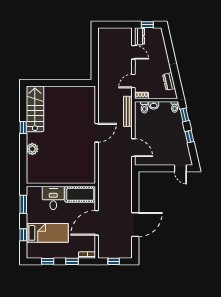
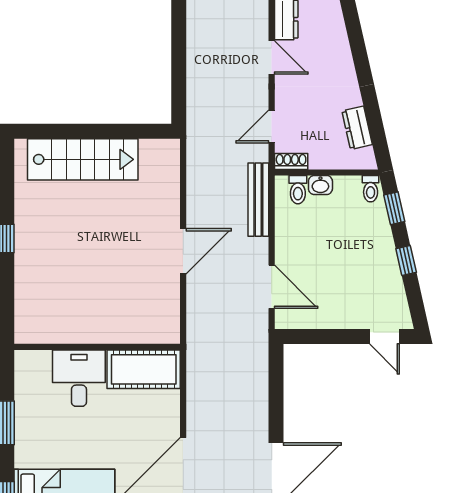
stairs: (35, 109) -> (83, 159), moved, turned 90
plant: (32, 149) -> (28, 290), removed
wall: (61, 185) -> (97, 347), moved
cot: (80, 194) -> (144, 369), moved
desk: (53, 198) -> (79, 378), moved

